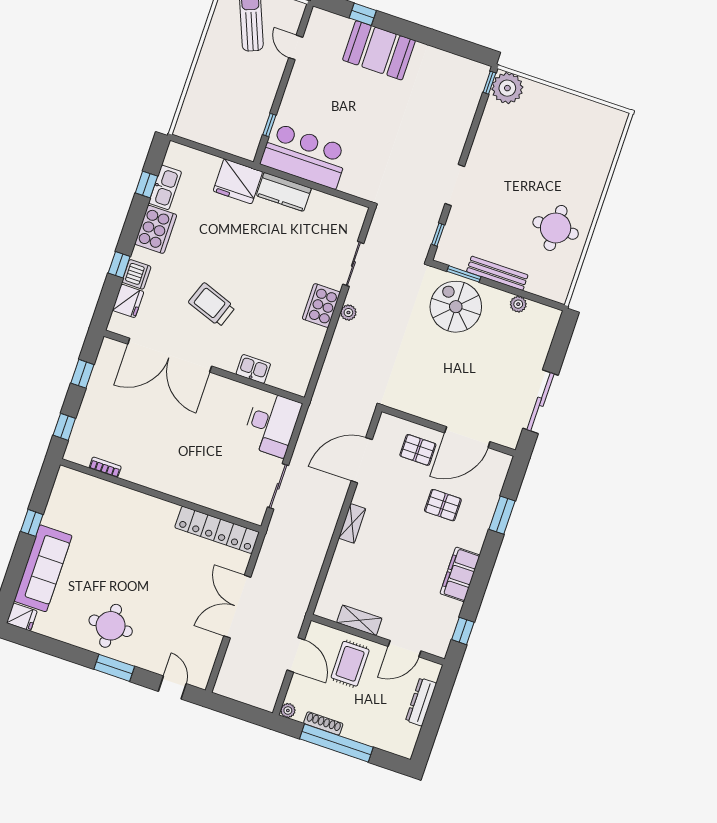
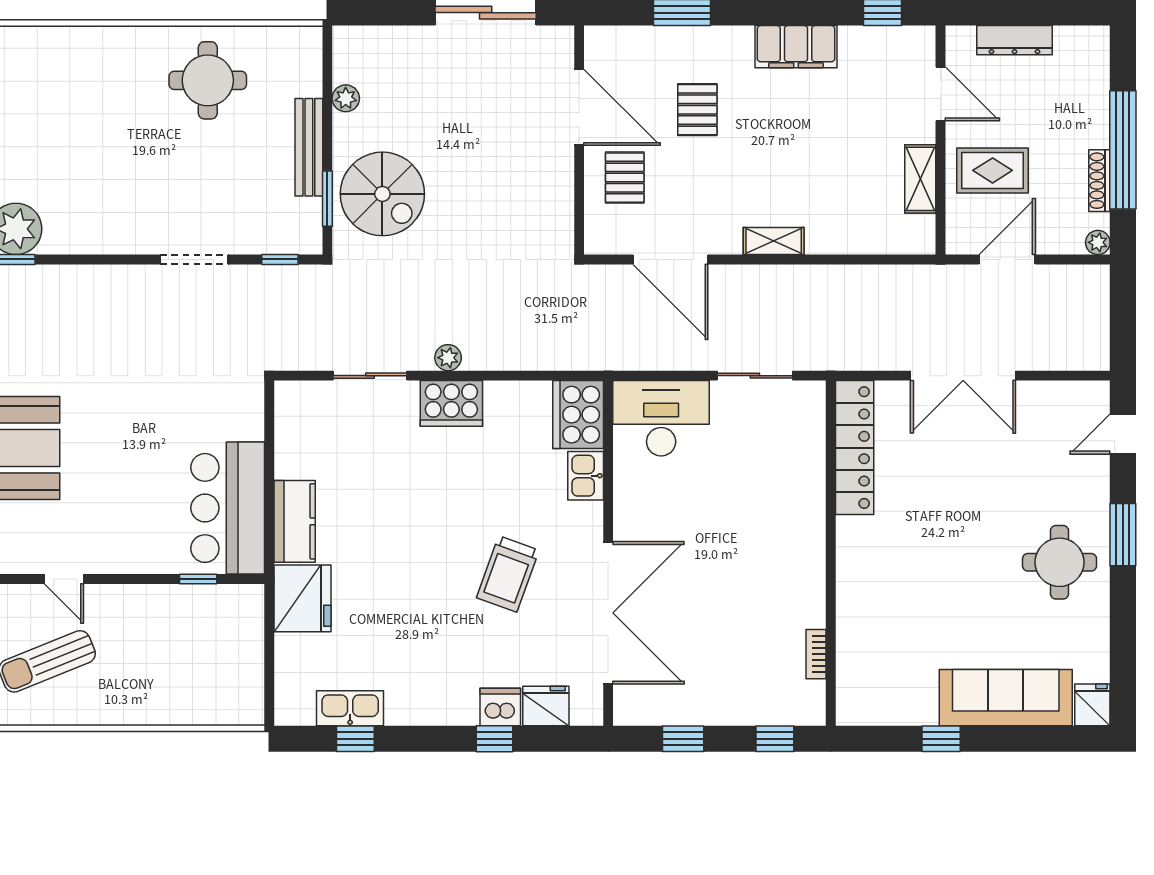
door: (296, 47) -> (64, 579), hinge flipped
cooker: (156, 229) -> (578, 415), moved, turned -90
spiral stairs: (456, 307) -> (382, 194), turned -90

